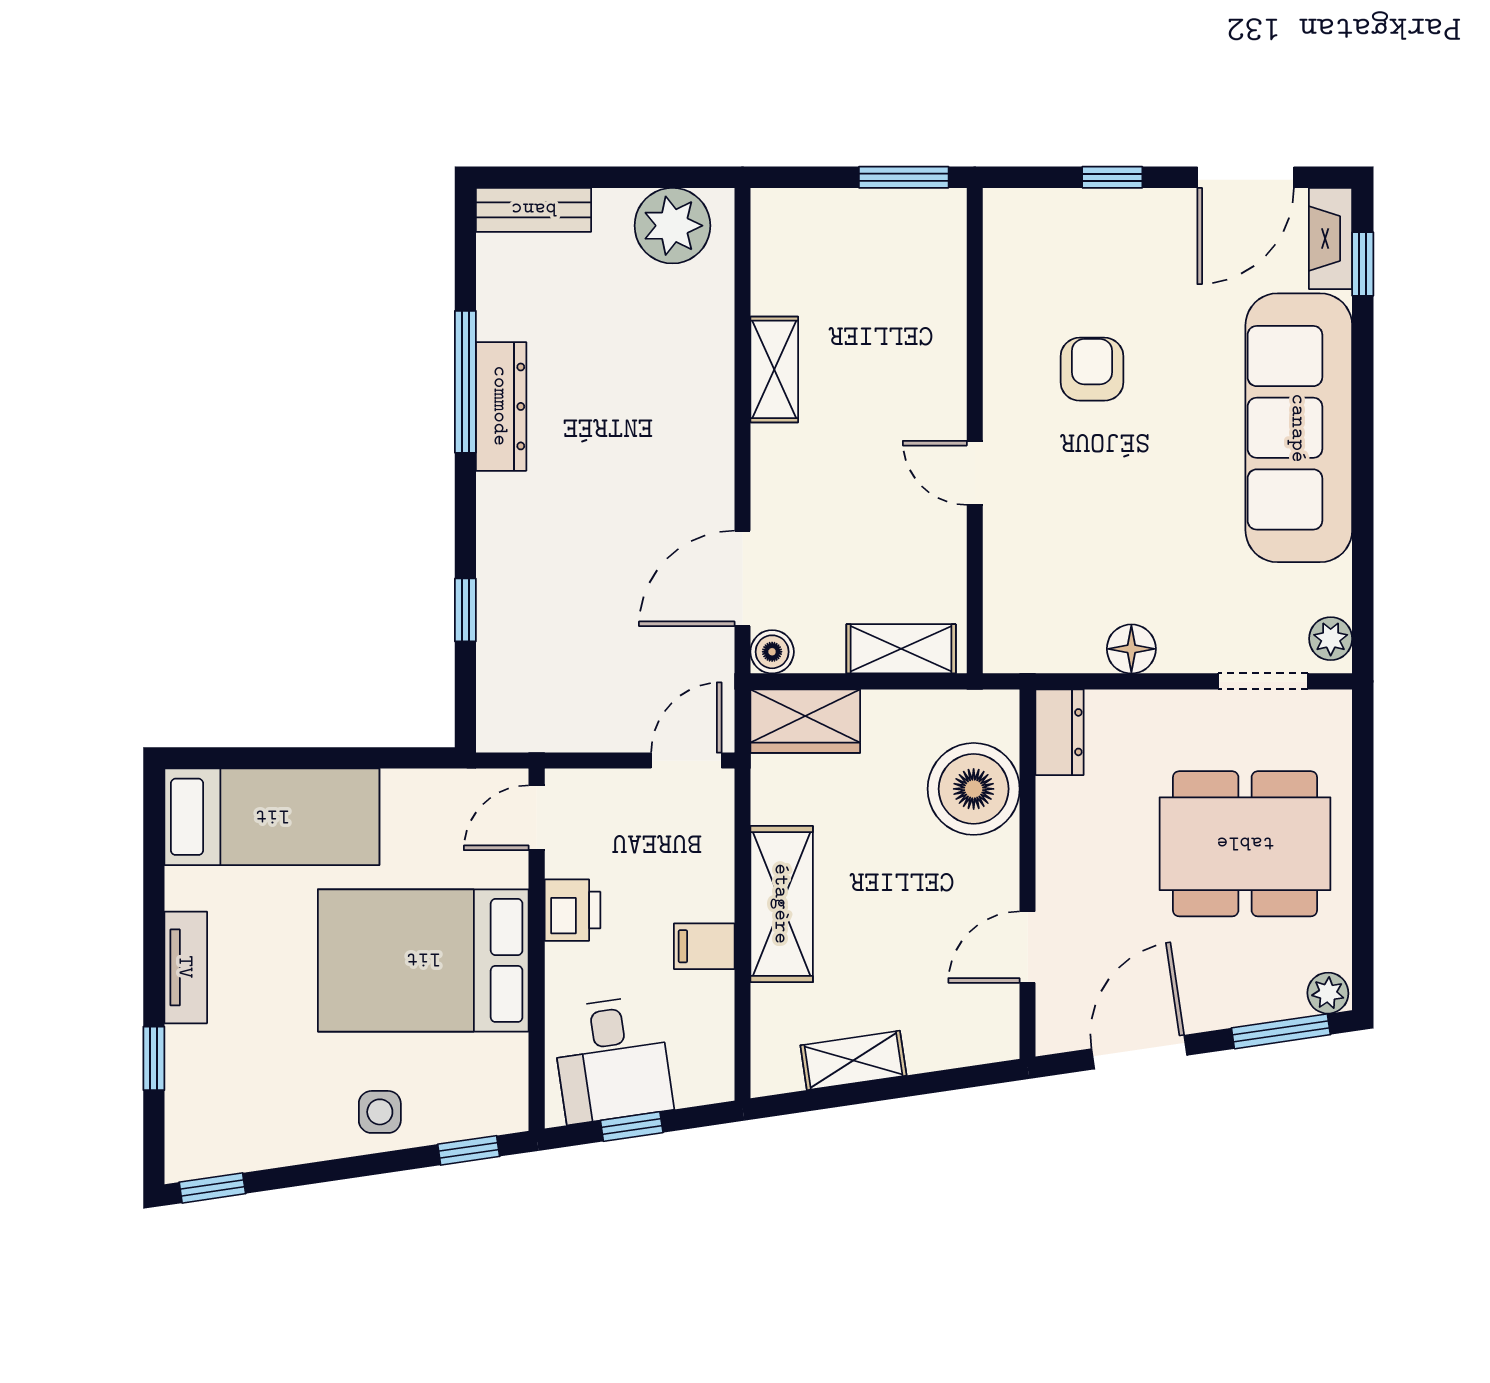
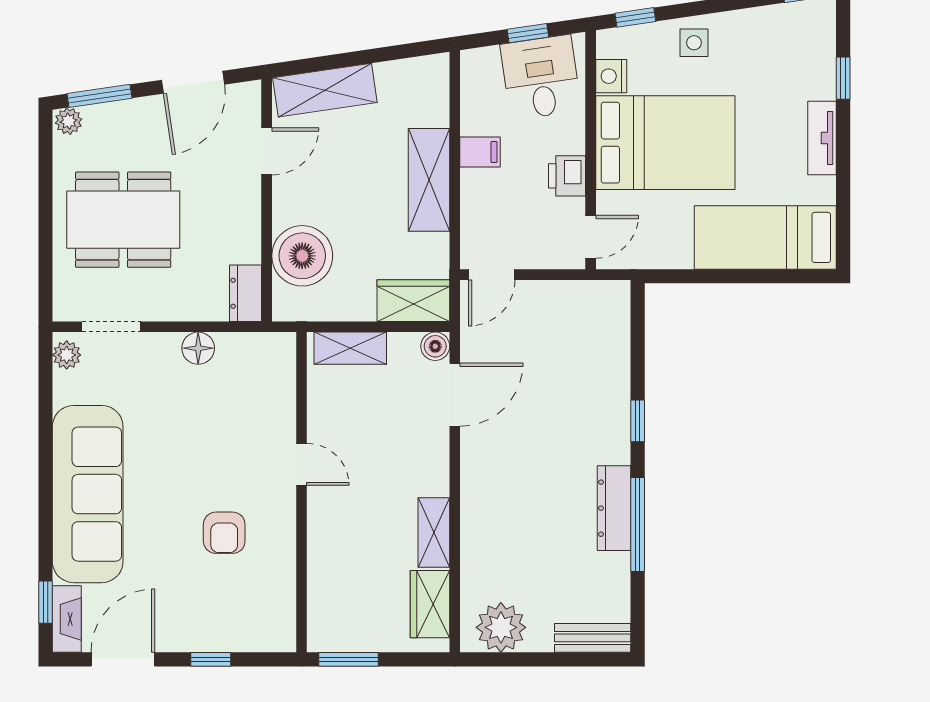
wardrobe: (780, 261) -> (430, 604), added
window: (465, 610) -> (638, 421), moved
shelving: (853, 1060) -> (325, 90), moved, width x1.50, depth x1.33
nightstand: (505, 1061) -> (611, 76), added

